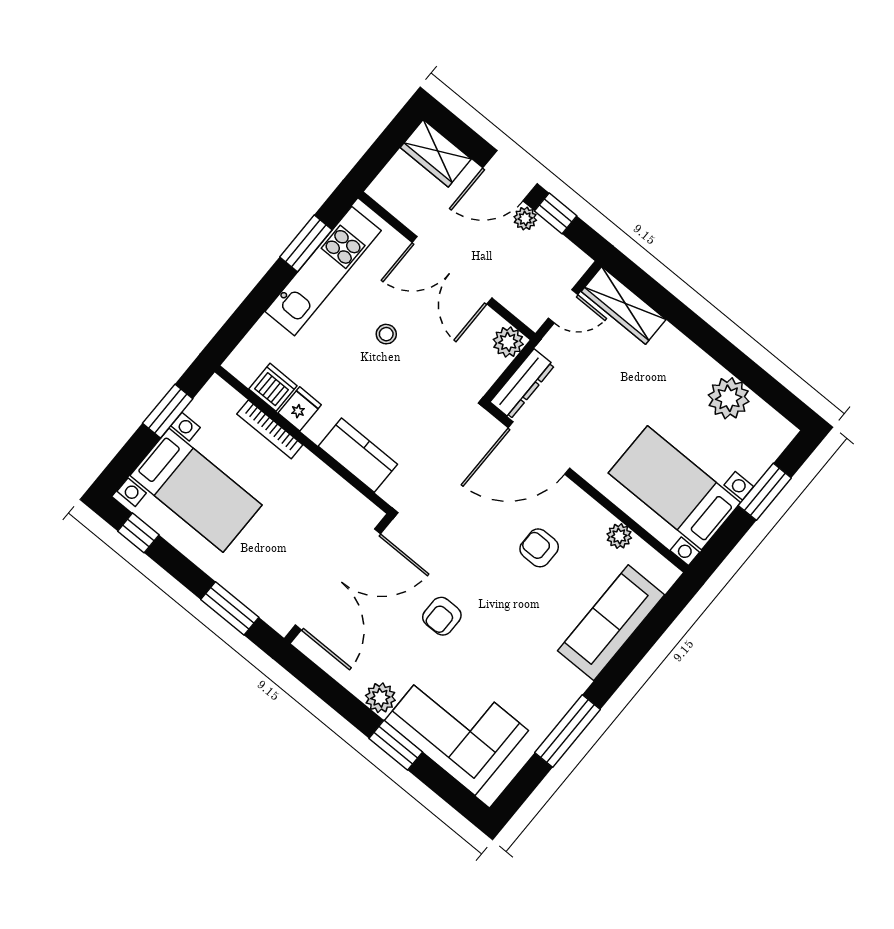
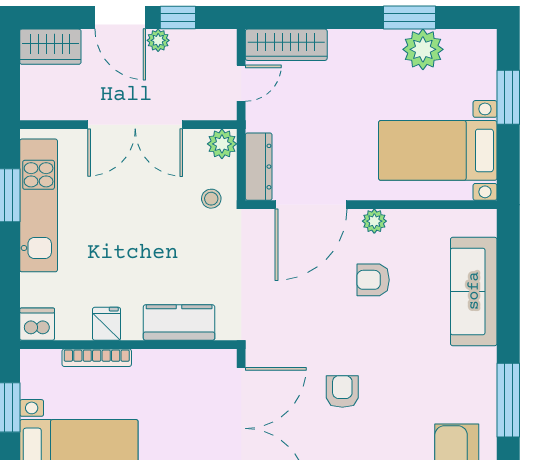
door: (510, 176) -> (120, 18), hinge flipped
stool: (386, 334) -> (211, 199), moved
window: (739, 364) -> (410, 18), added
dishwasher: (273, 387) -> (37, 324), moved
plant: (619, 536) -> (374, 221), moved
armchair: (442, 616) -> (342, 392), turned 180

